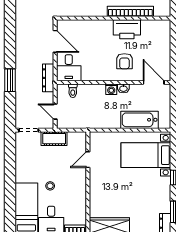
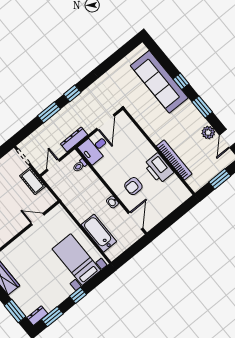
window: (10, 49) -> (72, 93), added
washing machine: (111, 89) -> (104, 193), removed

